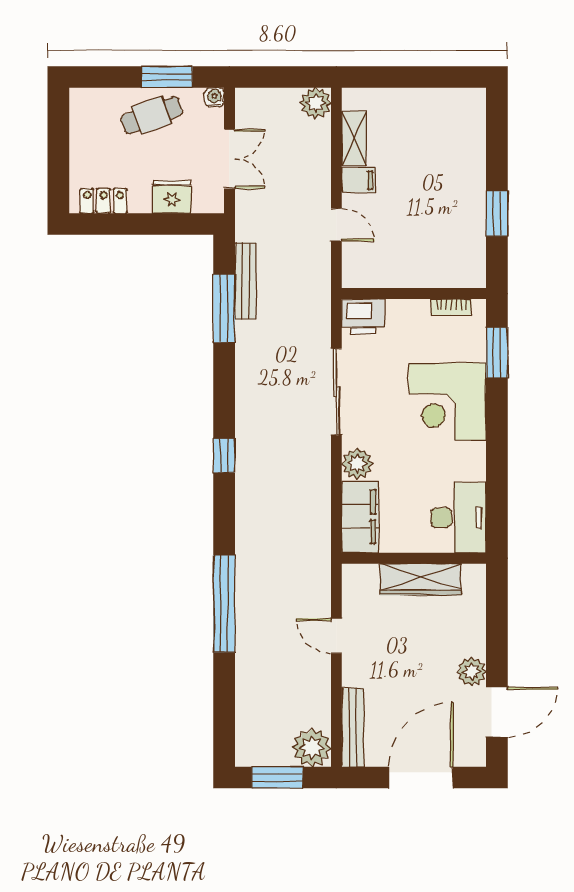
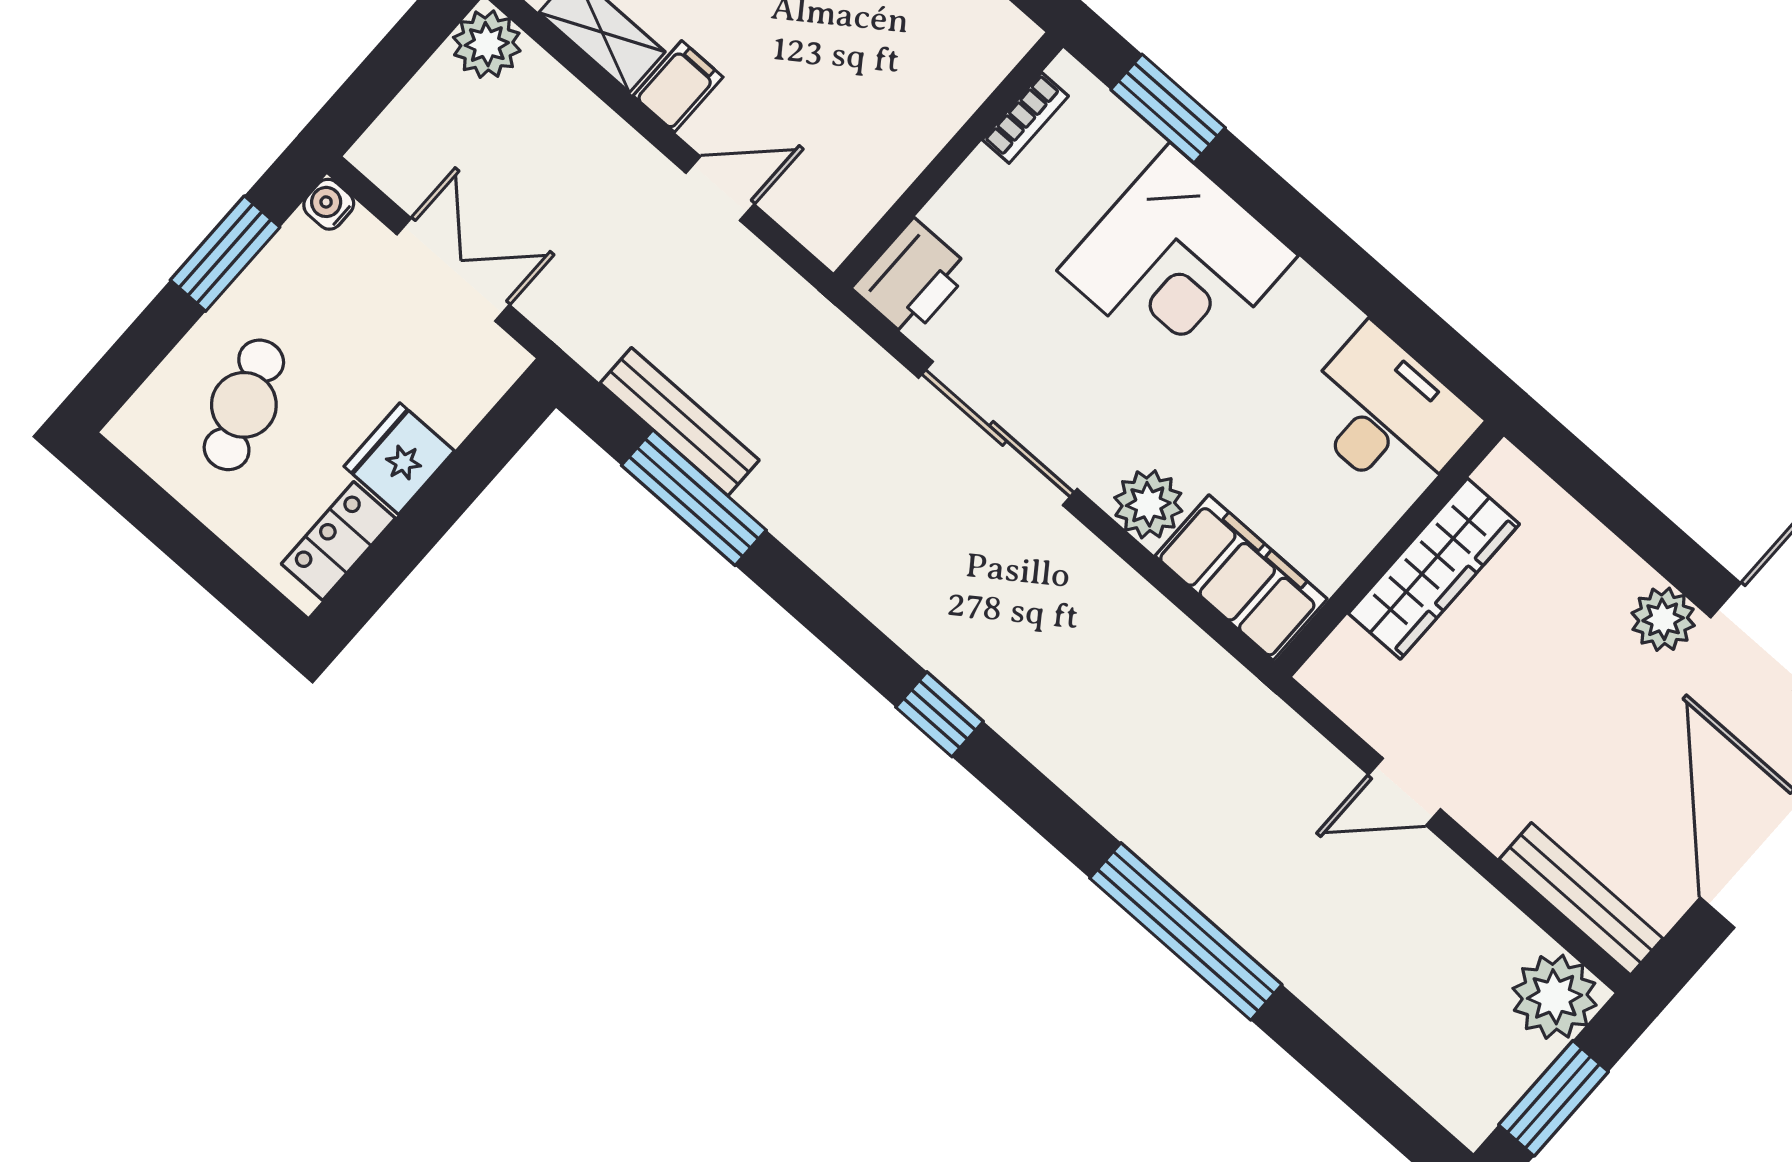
cafe table: (152, 115) -> (244, 405), moved
fridge: (172, 197) -> (399, 459), moved

